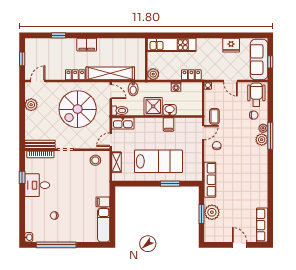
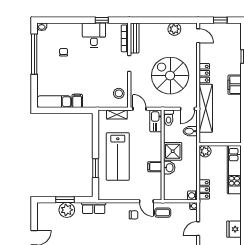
washing machine: (176, 87) -> (192, 195), moved
row of seats: (210, 180) -> (94, 208), width x0.68

